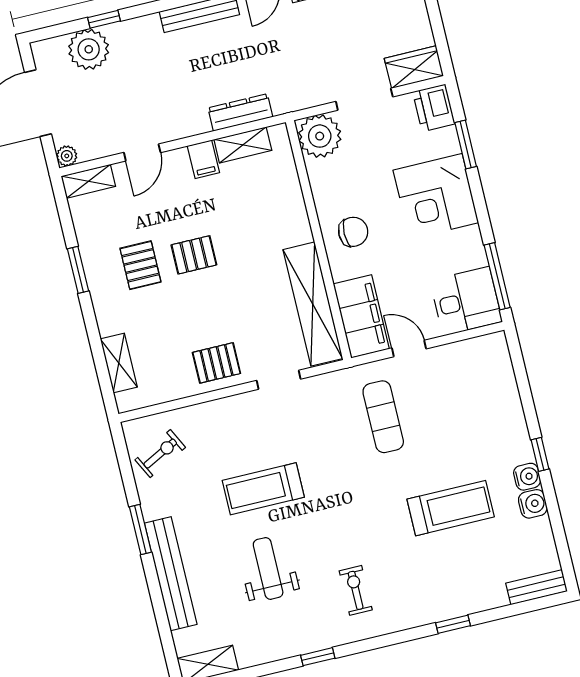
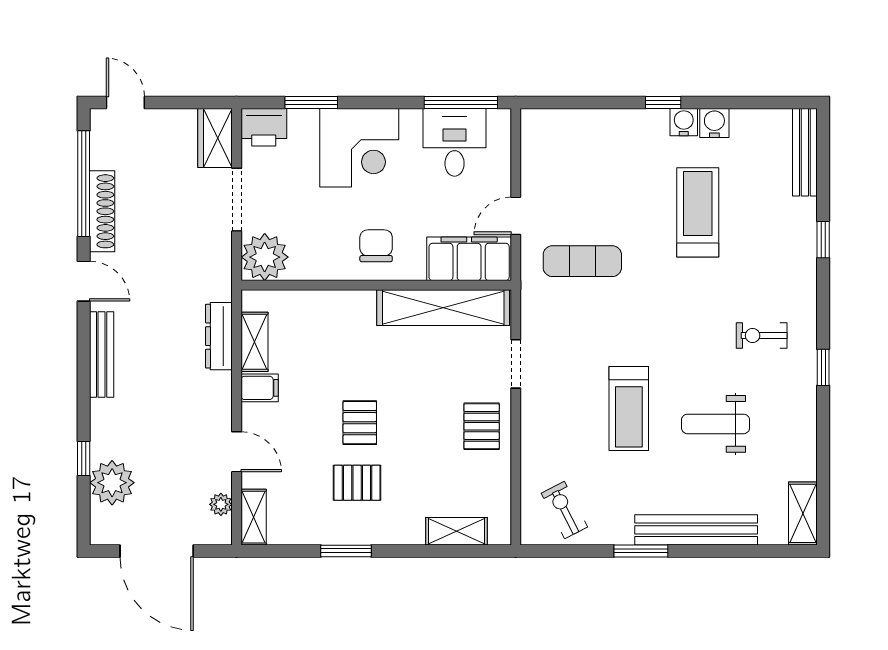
plant: (67, 156) -> (221, 504), moved
desk: (466, 301) -> (455, 142), moved
bench: (536, 587) -> (805, 152), width x1.36
window: (318, 657) -> (823, 367), moved

